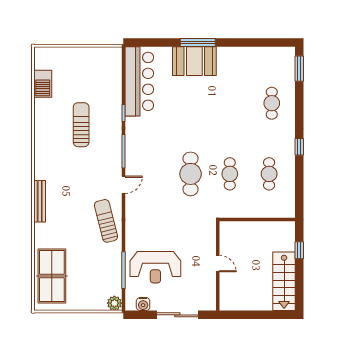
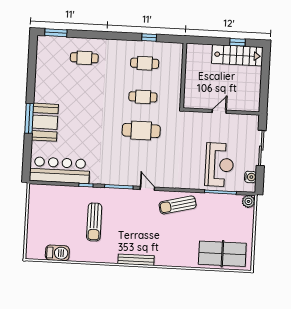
sun lounger: (81, 125) -> (94, 222), turned -90
window: (299, 147) -> (149, 38), moved
bench: (40, 201) -> (136, 260), moved
window: (299, 250) -> (237, 42), moved

